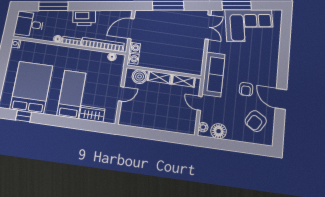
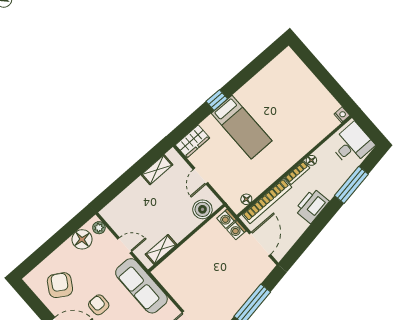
shelving: (159, 77) -> (157, 170), moved
bed: (31, 87) -> (282, 94), removed
wardrobe: (92, 114) -> (193, 141), moved
window: (24, 116) -> (217, 100), moved

